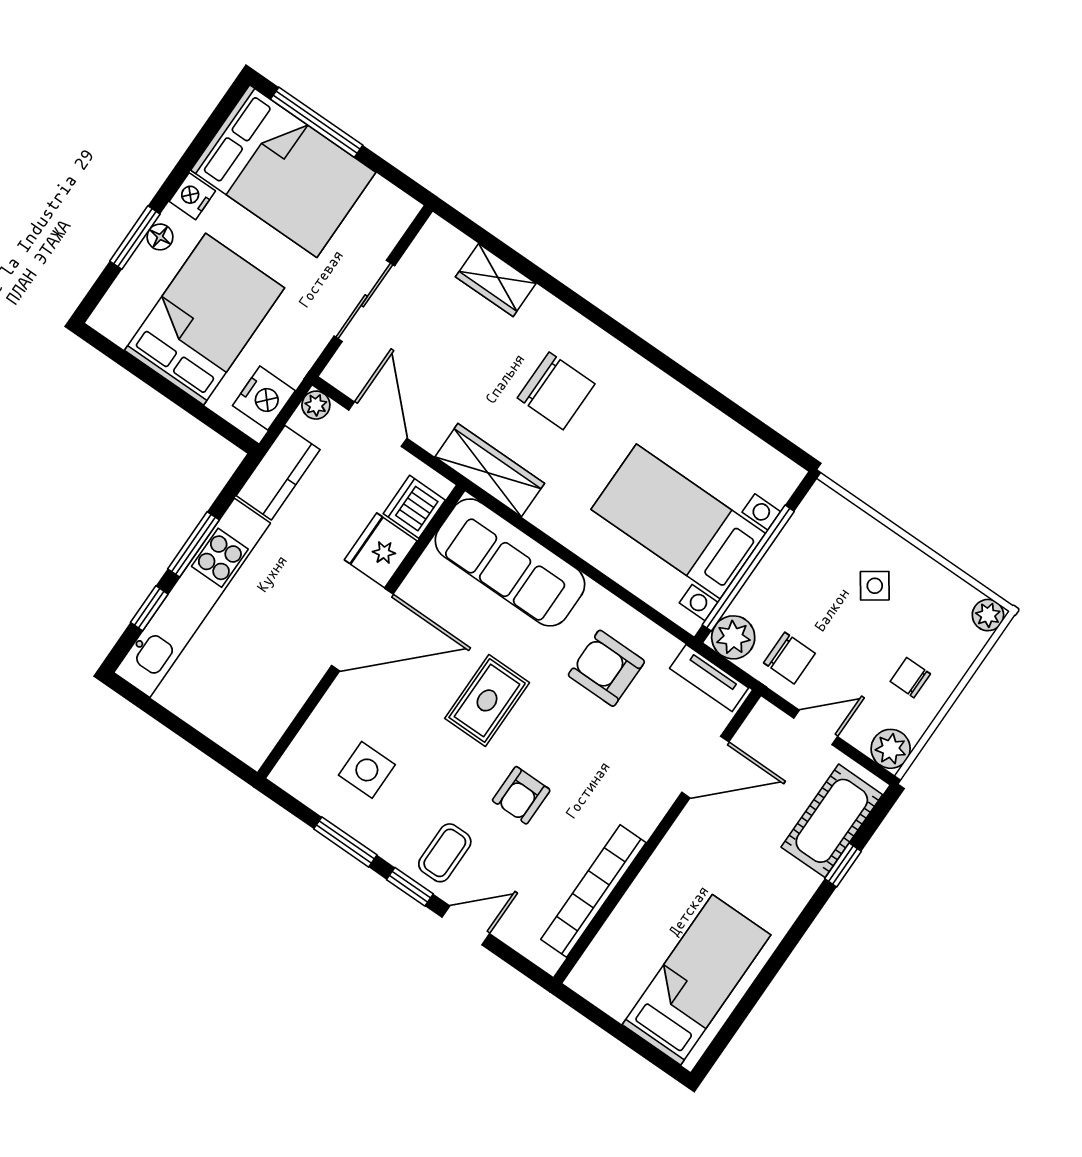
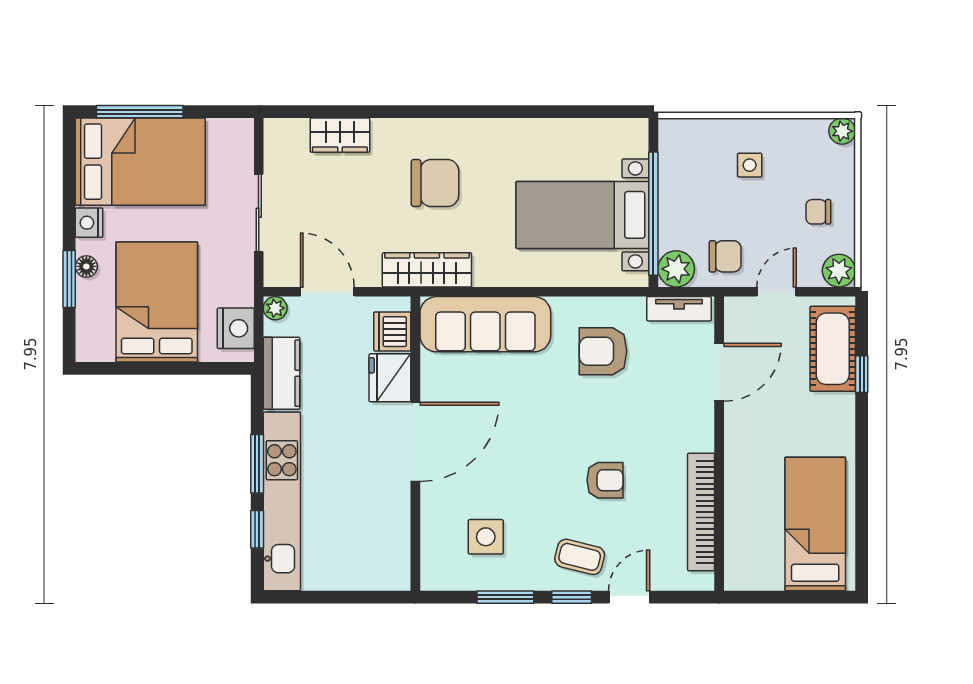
side table: (875, 586) -> (750, 165), turned 35
rug: (487, 700) -> (536, 431), removed
armchair: (521, 795) -> (605, 480), turned -90
coffee table: (445, 853) -> (580, 557), turned -76

